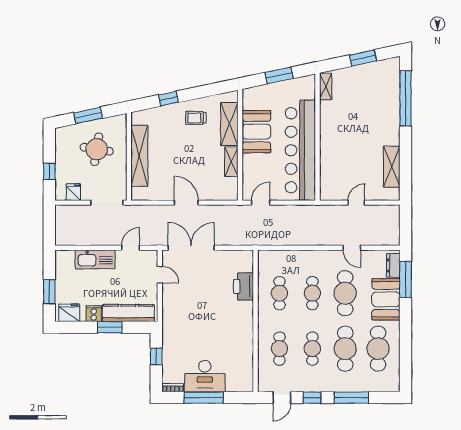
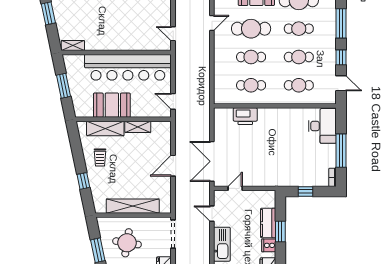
door: (356, 203) -> (173, 34), moved
kitchen counter: (128, 313) -> (268, 223), width x0.67
cafe table: (345, 349) -> (299, 29), width x0.73, depth x0.74
desk: (205, 376) -> (322, 126), moved

